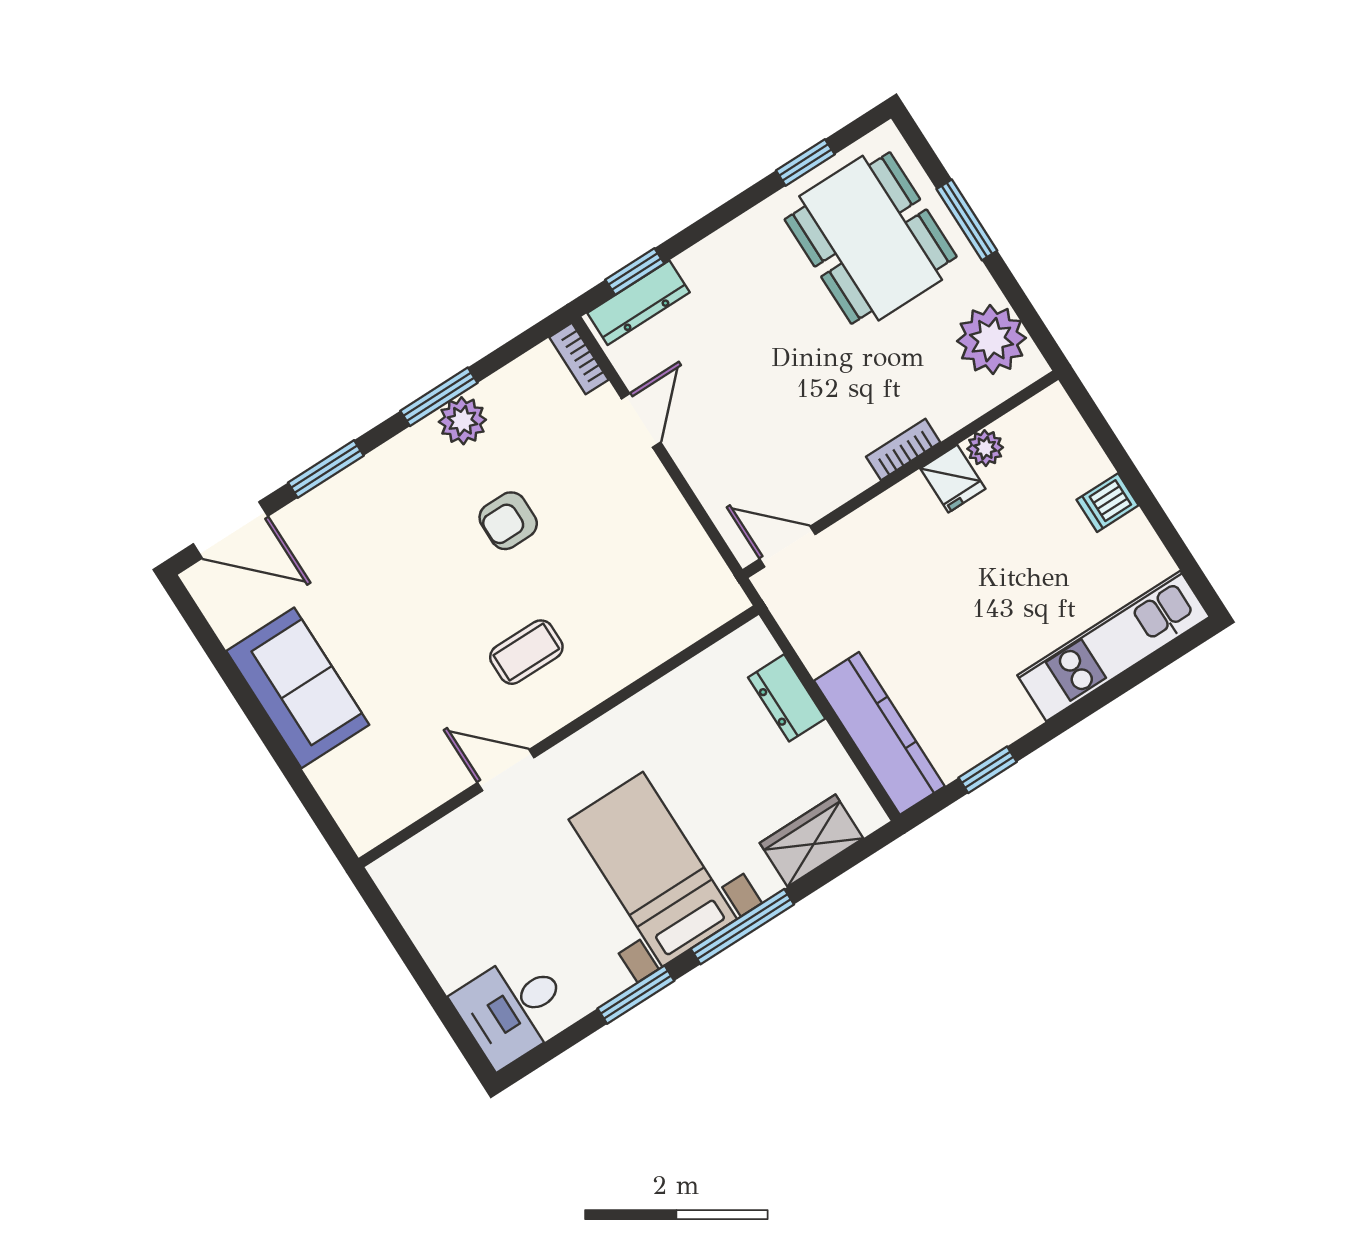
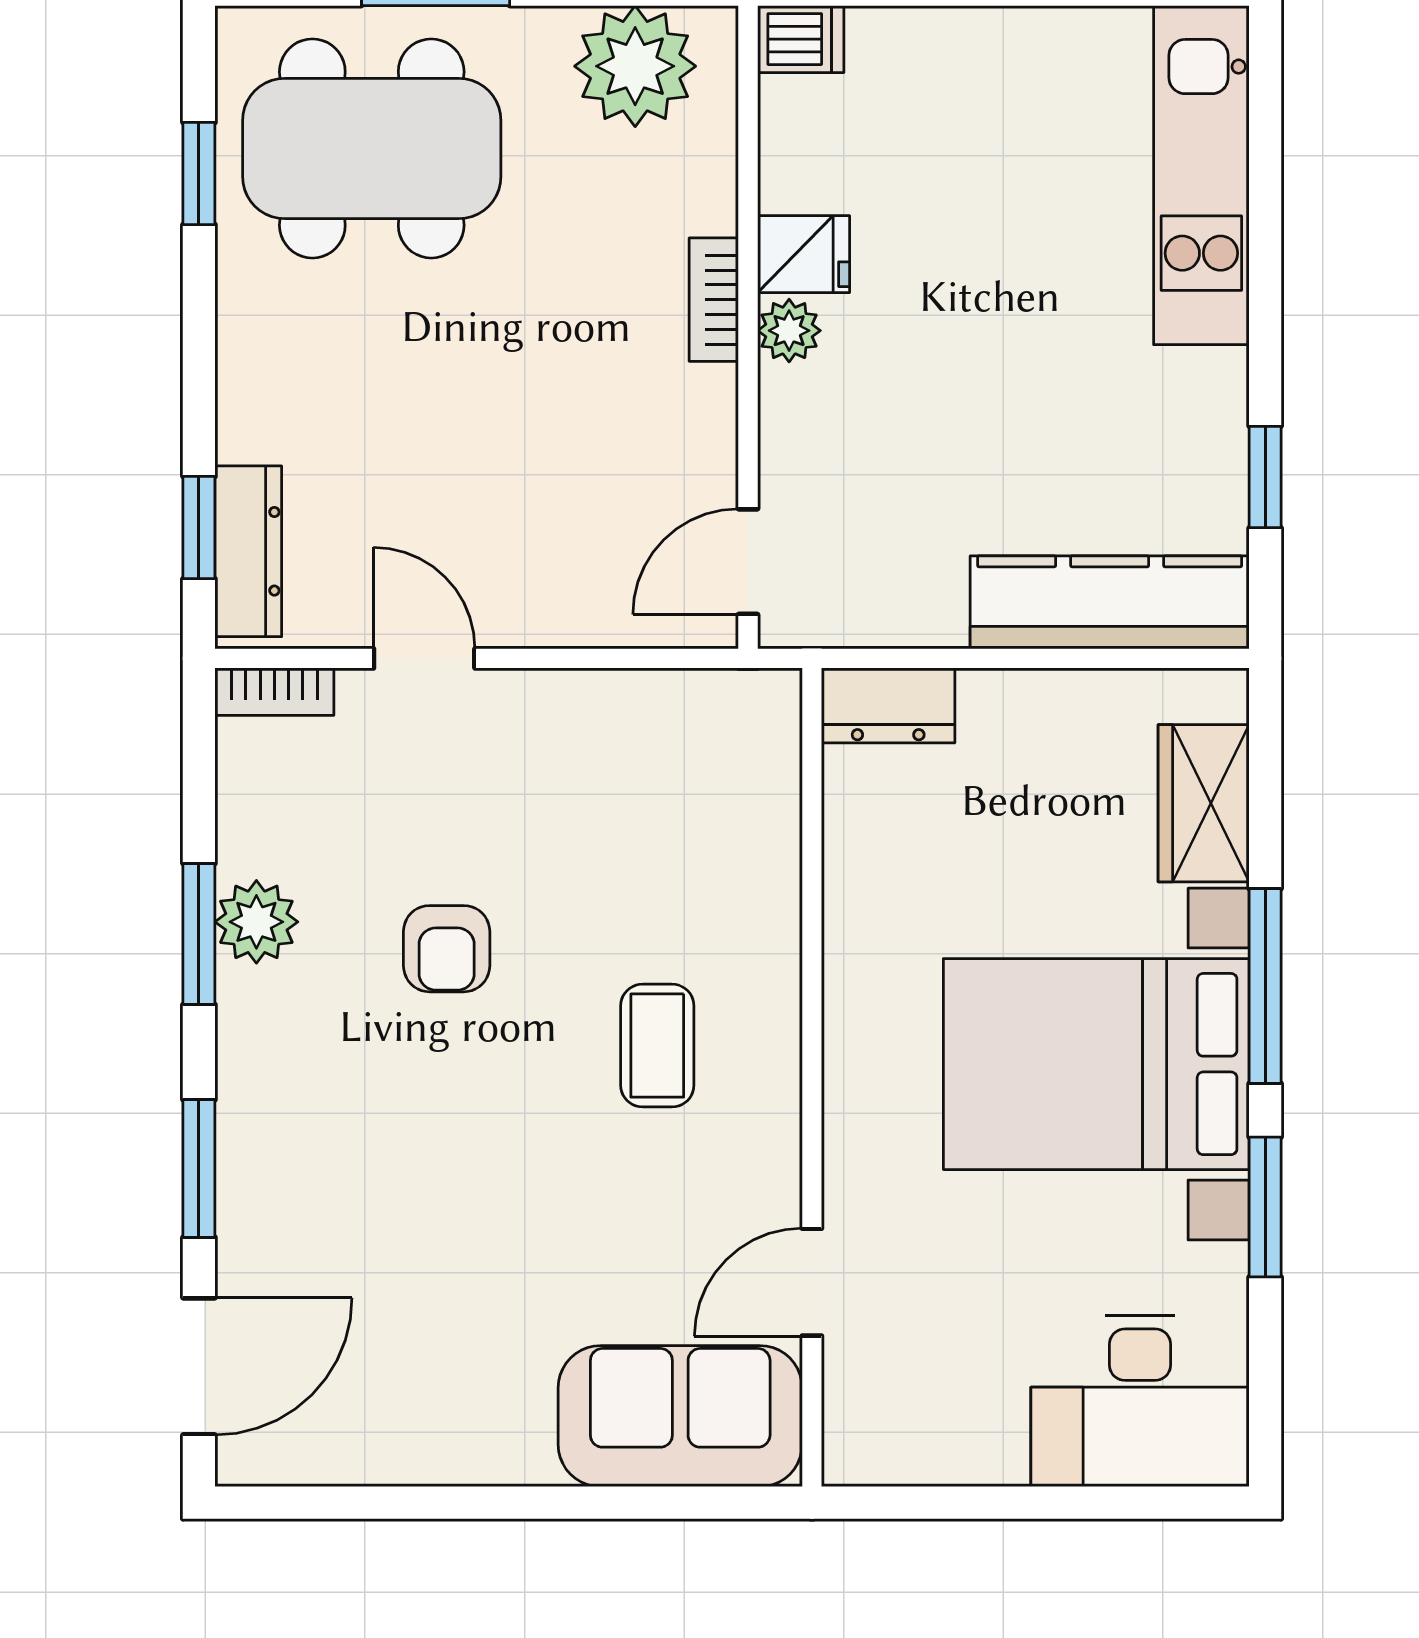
plant: (985, 448) -> (789, 331), moved
dishwasher: (1108, 503) -> (801, 39), moved, turned -90
sofa: (298, 688) -> (680, 1416), moved
dresser: (787, 698) -> (888, 705), moved
door: (506, 770) -> (812, 1282), moved
bed with nightstands: (653, 869) -> (1096, 1064), width x1.36
desk: (513, 1008) -> (1140, 1401), width x1.37

